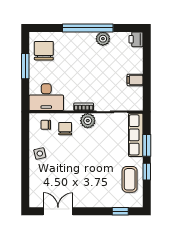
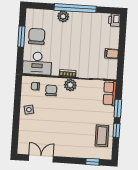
plant: (103, 39) -> (63, 16), moved
chair: (44, 51) -> (37, 36), moved
row of seats: (136, 135) -> (110, 93), width x0.68

